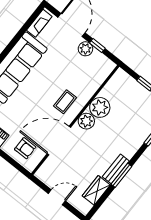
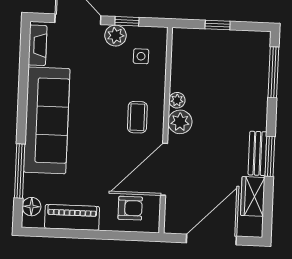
side table: (91, 70) -> (141, 56), added
plant: (100, 107) -> (177, 100), width x0.53, depth x0.53
door: (57, 197) -> (211, 239), width x1.87

